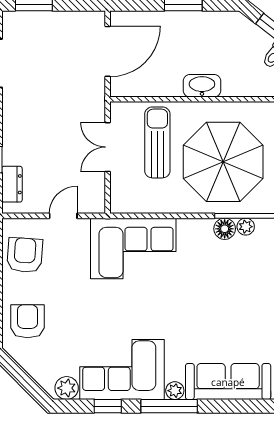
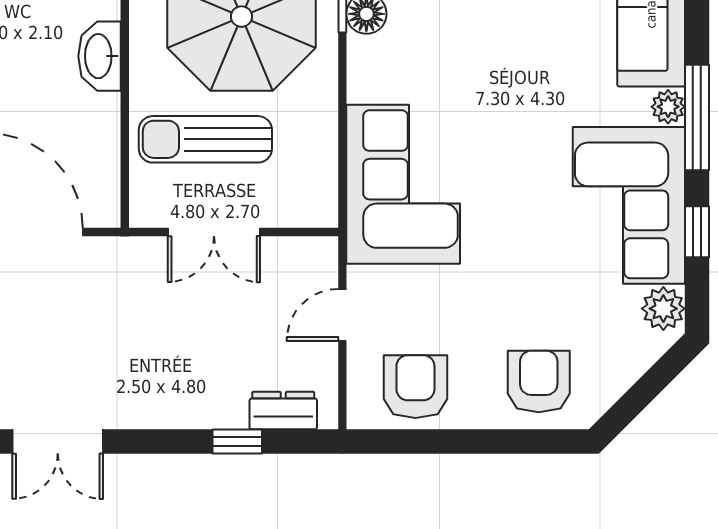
door: (63, 216) -> (342, 315), hinge flipped
armchair: (25, 255) -> (415, 387), turned 86
armchair: (27, 321) -> (539, 382), turned 90

